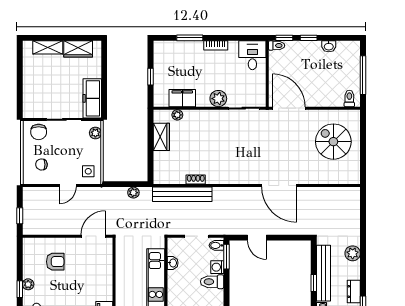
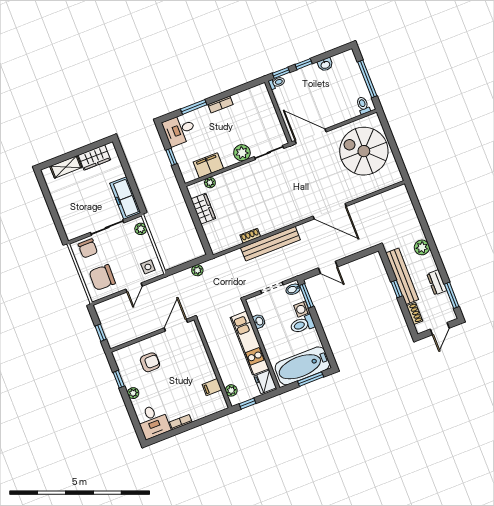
desk: (252, 55) -> (179, 130), moved, turned -90
spiral stairs: (333, 142) -> (364, 151), width x1.37, depth x1.37
chair: (41, 164) -> (102, 277), width x1.87, depth x1.87
bench: (182, 194) -> (270, 244), moved
window: (20, 289) -> (119, 379), moved

